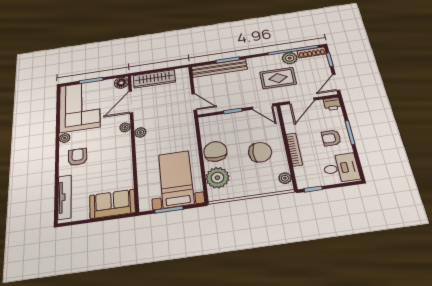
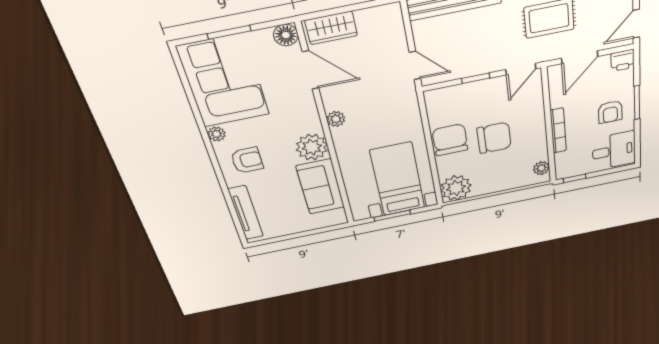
wardrobe: (154, 79) -> (331, 28), width x0.67
door: (131, 102) -> (310, 70), swing flipped
door: (263, 107) -> (521, 69), hinge flipped
plant: (125, 127) -> (312, 147), moved, width x1.88, depth x1.88
armchair: (331, 138) -> (610, 112), turned -90
chair: (260, 152) -> (494, 138), moved
armchair: (78, 157) -> (247, 160), turned 90
plant: (217, 178) -> (456, 188), moved
sofa: (112, 204) -> (320, 187), moved, turned -90

